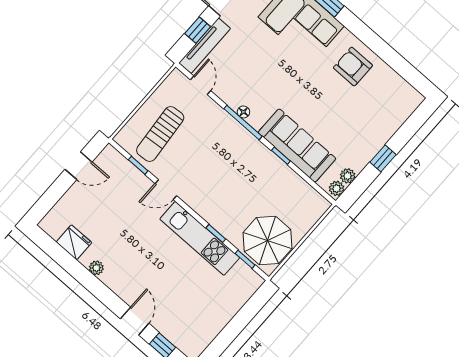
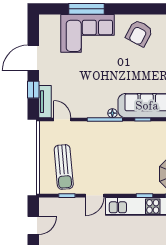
tv unit: (205, 46) -> (45, 102), width x0.71
armchair: (353, 67) -> (139, 33), turned -62
floor lamp: (243, 112) -> (112, 113), moved

